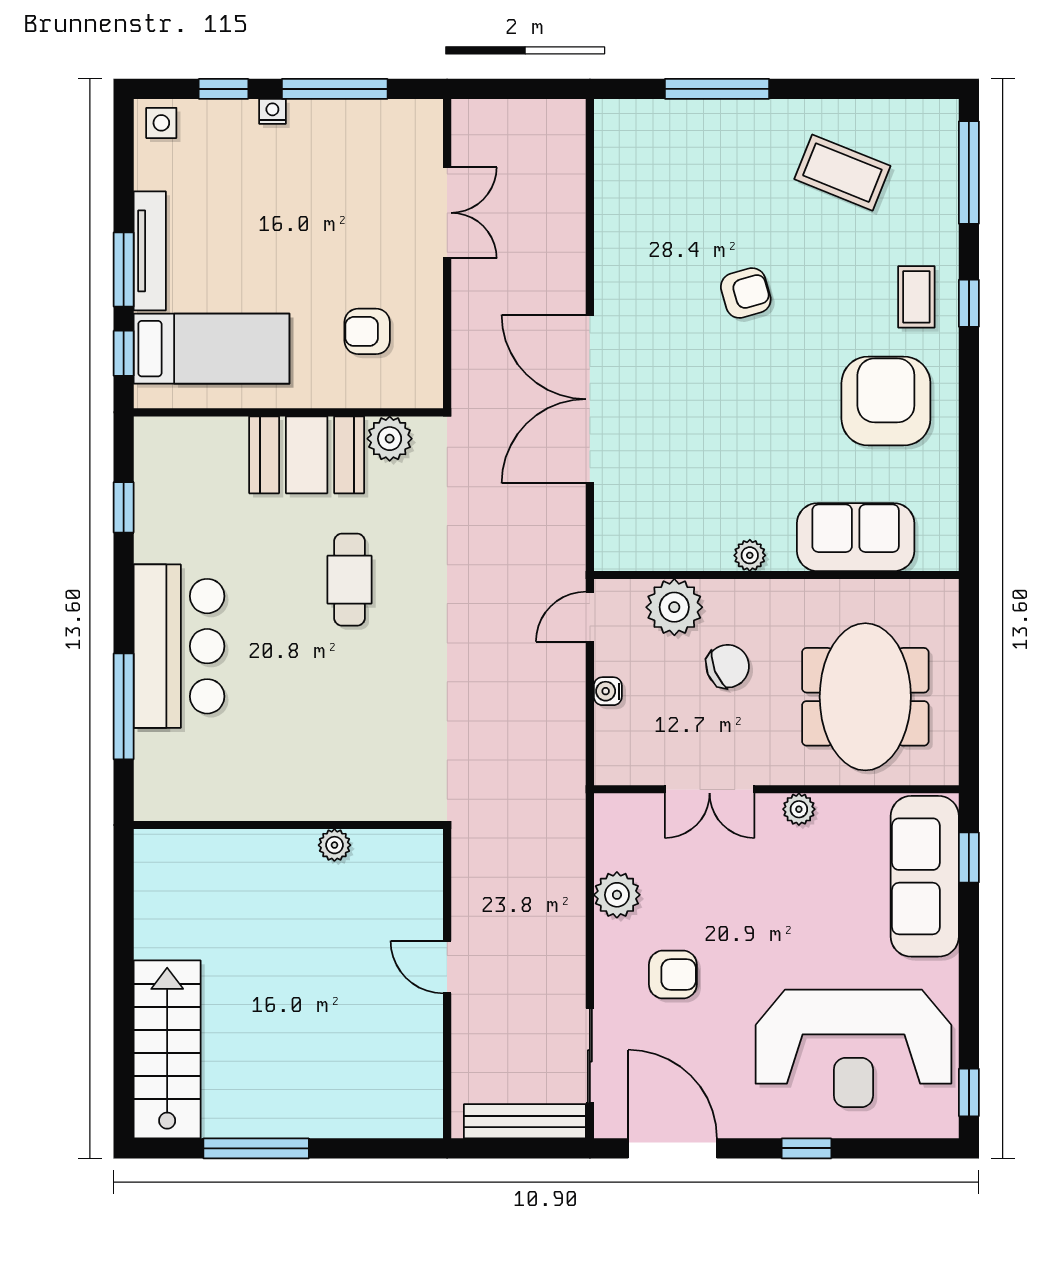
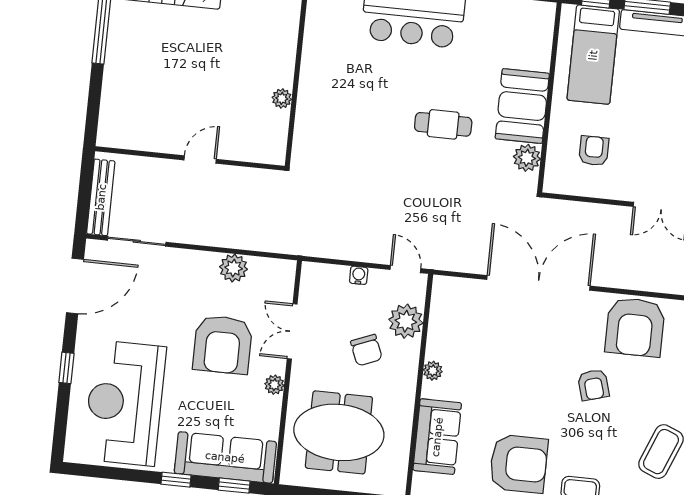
armchair: (645, 235) -> (635, 327), added
armchair: (673, 974) -> (223, 345), moved, width x1.88, depth x1.88
window: (969, 1092) -> (176, 480), moved

